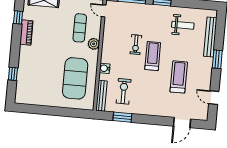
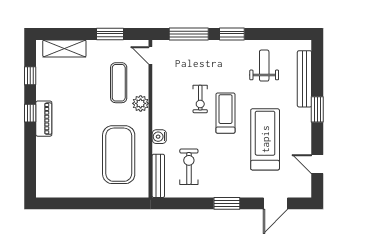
weight bench: (183, 25) -> (264, 66), turned -90
piano: (26, 33) -> (44, 119), moved
window: (13, 74) -> (30, 113), moved
treadmill: (179, 77) -> (265, 139), width x1.37, depth x1.38
window: (122, 117) -> (227, 203), moved

